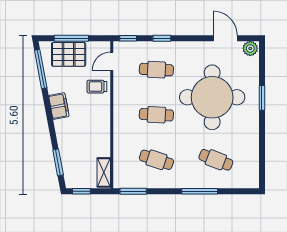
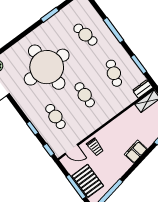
window: (262, 98) -> (50, 15), moved
filing cabinet: (59, 106) -> (136, 152), moved
cafe table: (216, 160) -> (85, 35), turned -33
dresser: (120, 177) -> (143, 89), added
window: (133, 191) -> (139, 64), moved

